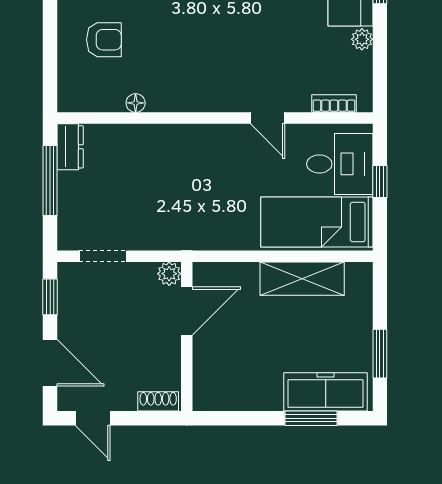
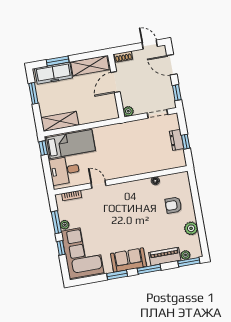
window: (380, 48) -> (56, 222), added
dresser: (70, 147) -> (177, 140), moved
window: (50, 180) -> (186, 142), width x0.46
window: (380, 182) -> (43, 148), moved
shelving: (302, 279) -> (60, 121), moved
door: (187, 311) -> (115, 82), moved
shelving: (239, 394) -> (90, 66), added

